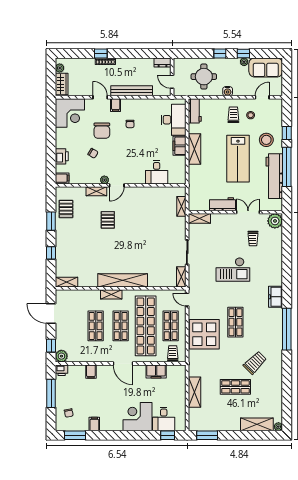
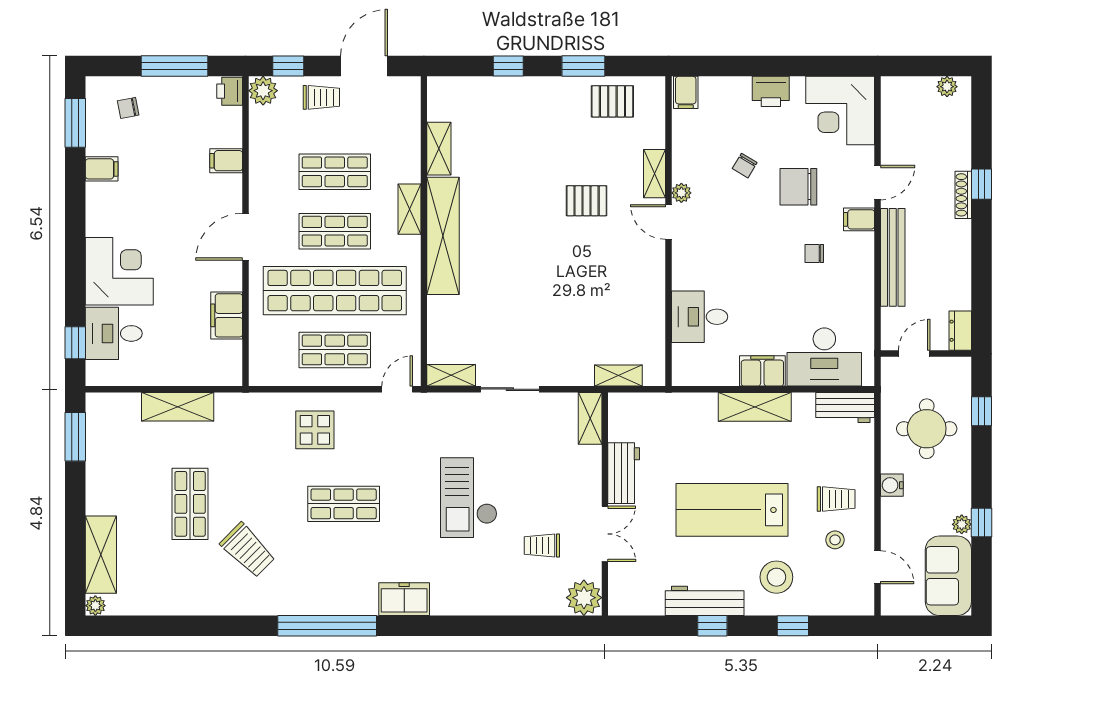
window: (220, 53) -> (982, 411), moved
wardrobe: (62, 84) -> (909, 91), removed
printer: (62, 156) -> (771, 91), moved
window: (287, 167) -> (712, 626), width x0.32
workbench: (274, 176) -> (705, 601), width x0.73, depth x0.76
shelving: (66, 282) -> (439, 149), moved
display table: (204, 334) -> (315, 430), width x0.54, depth x0.54
trolley: (173, 353) -> (321, 97), moved

